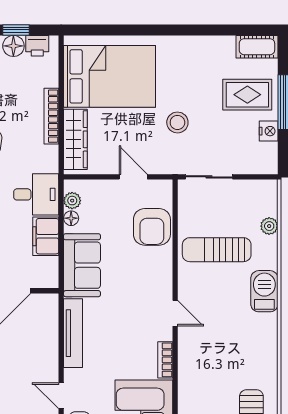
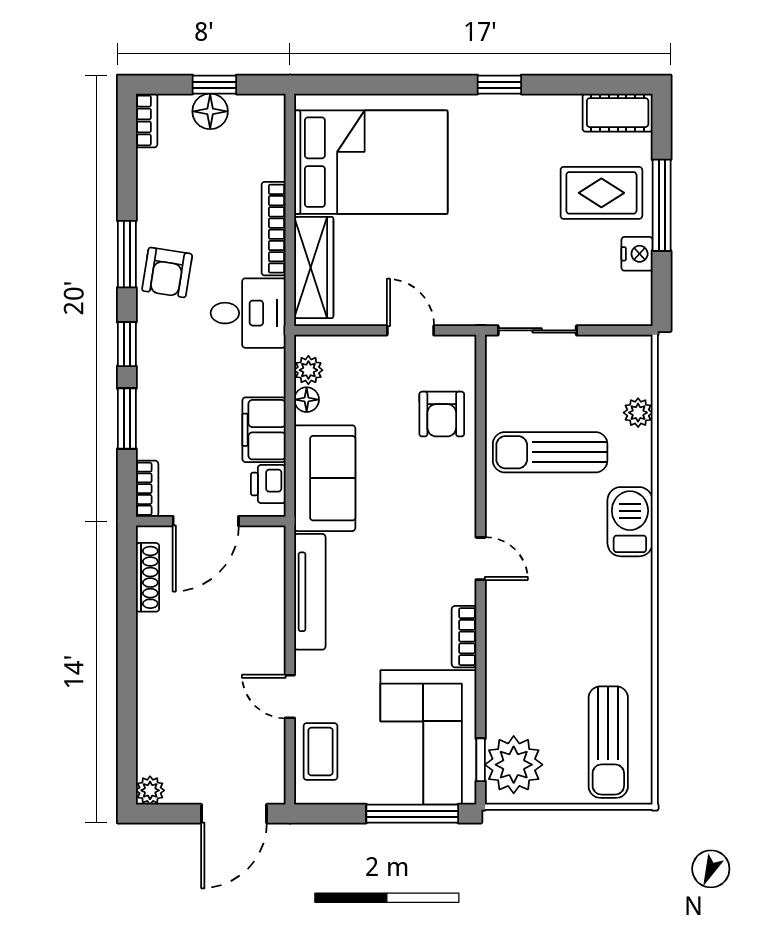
window: (186, 30) -> (499, 85), added
printer: (37, 46) -> (268, 484), moved, turned 90
stool: (177, 122) -> (484, 239), removed
desk: (36, 194) -> (248, 313), moved
armchair: (152, 227) -> (442, 414), width x0.72, depth x0.72

